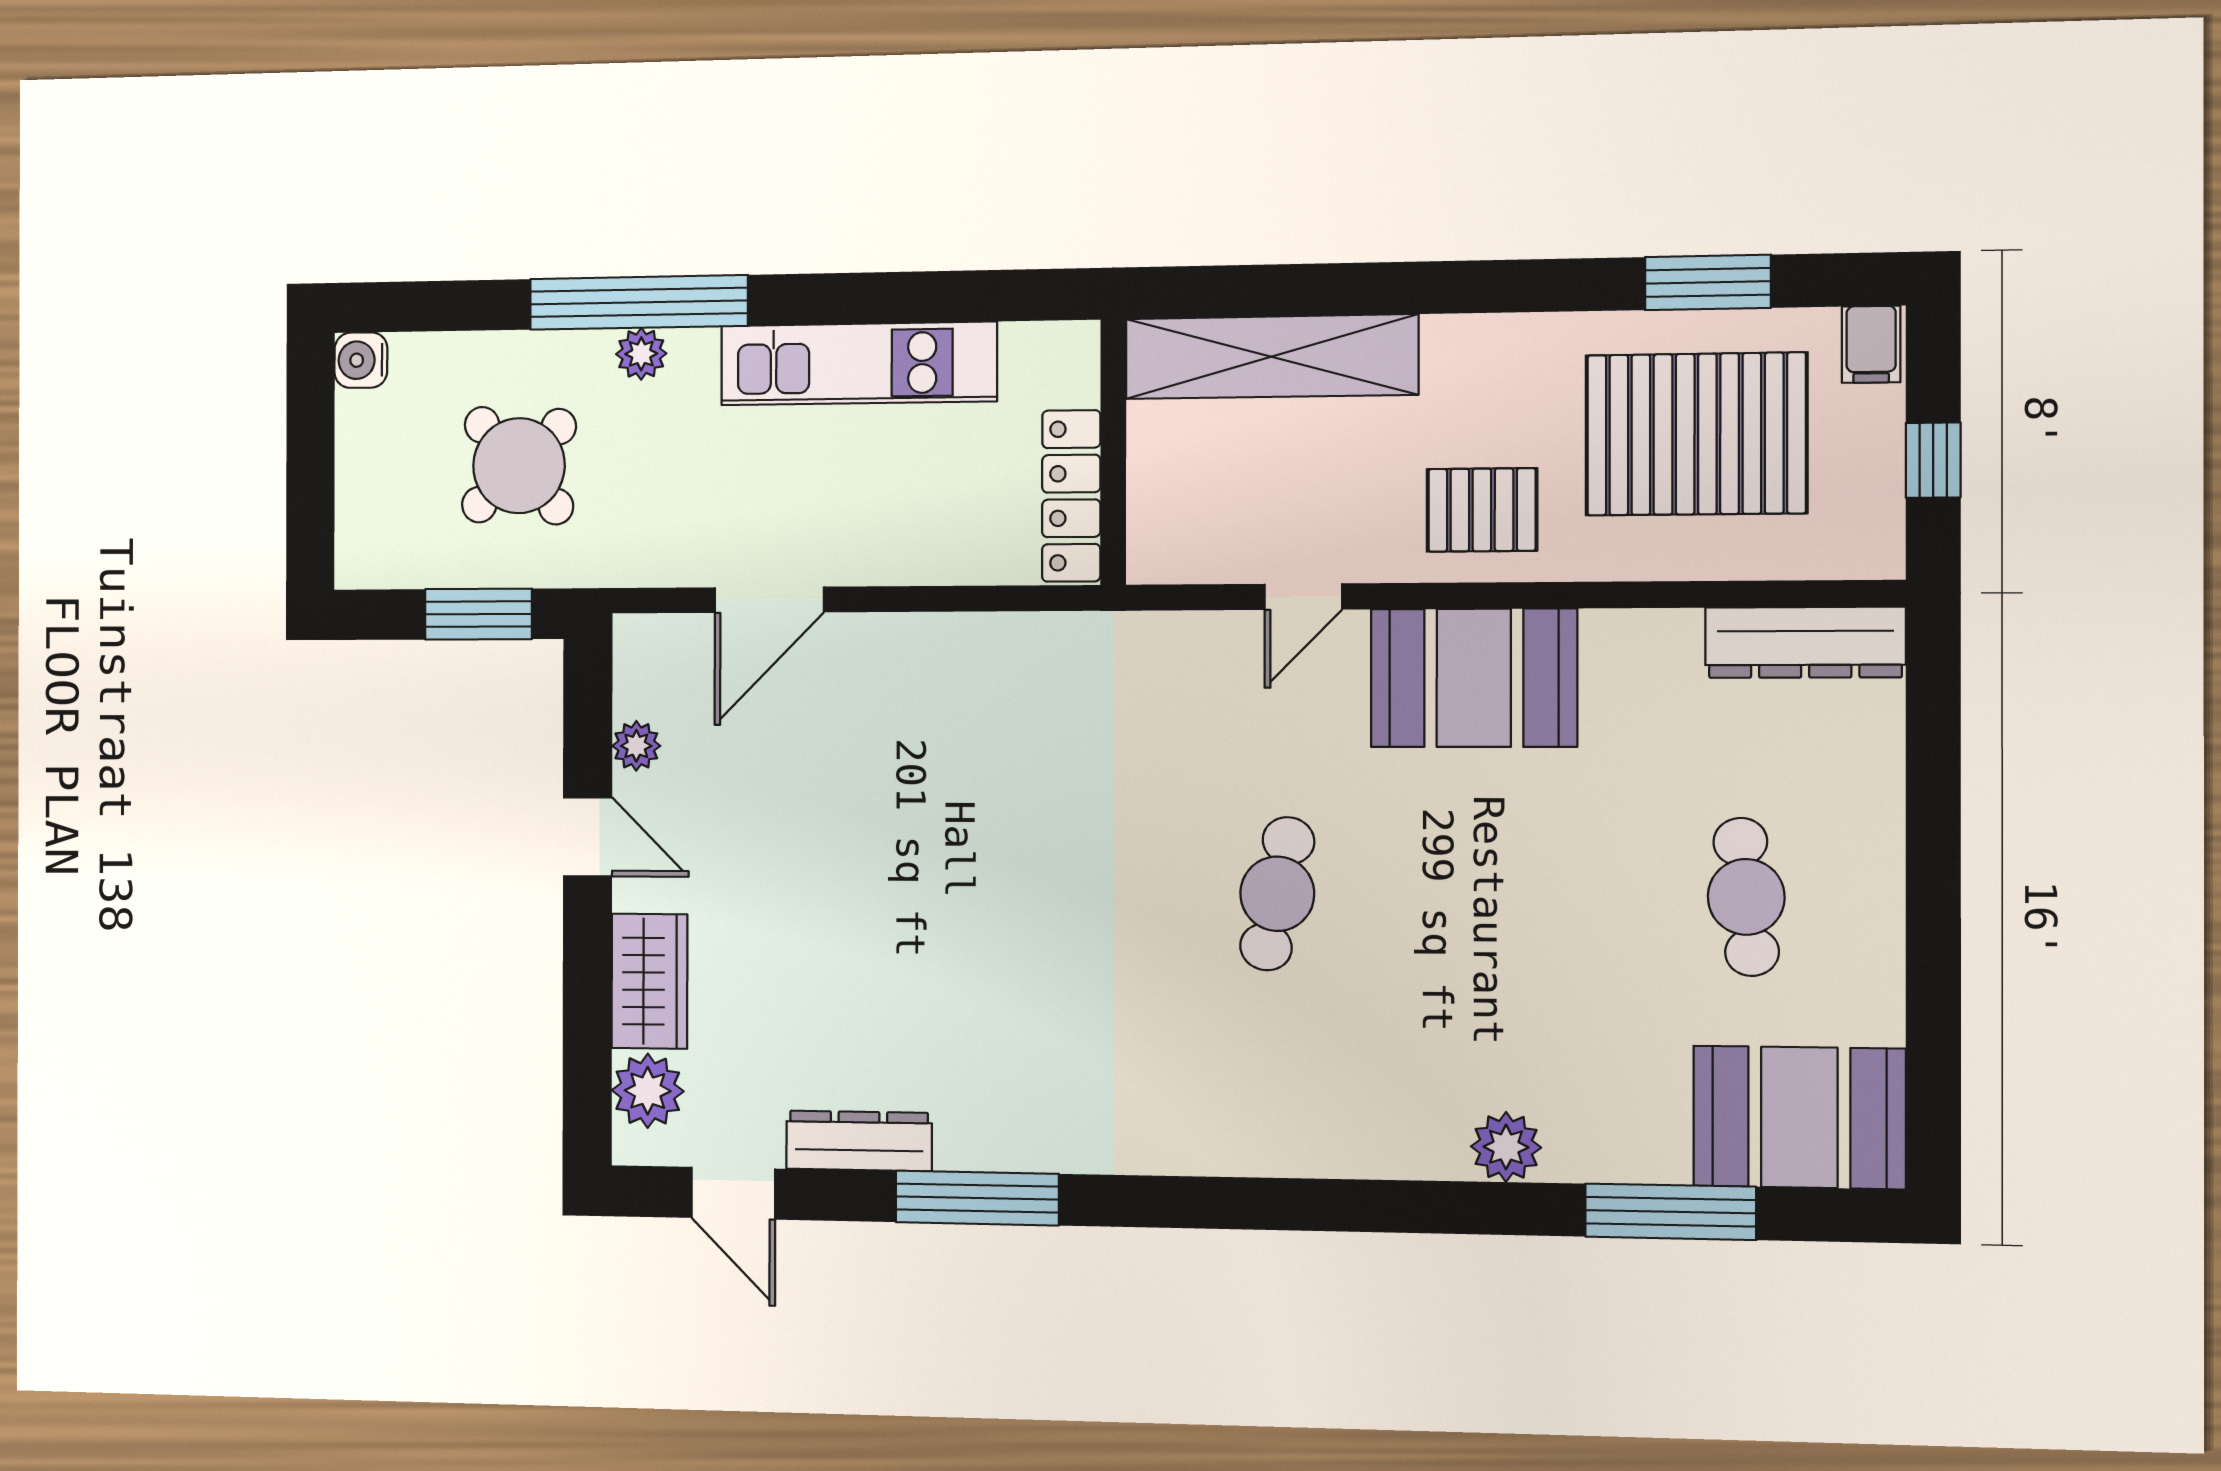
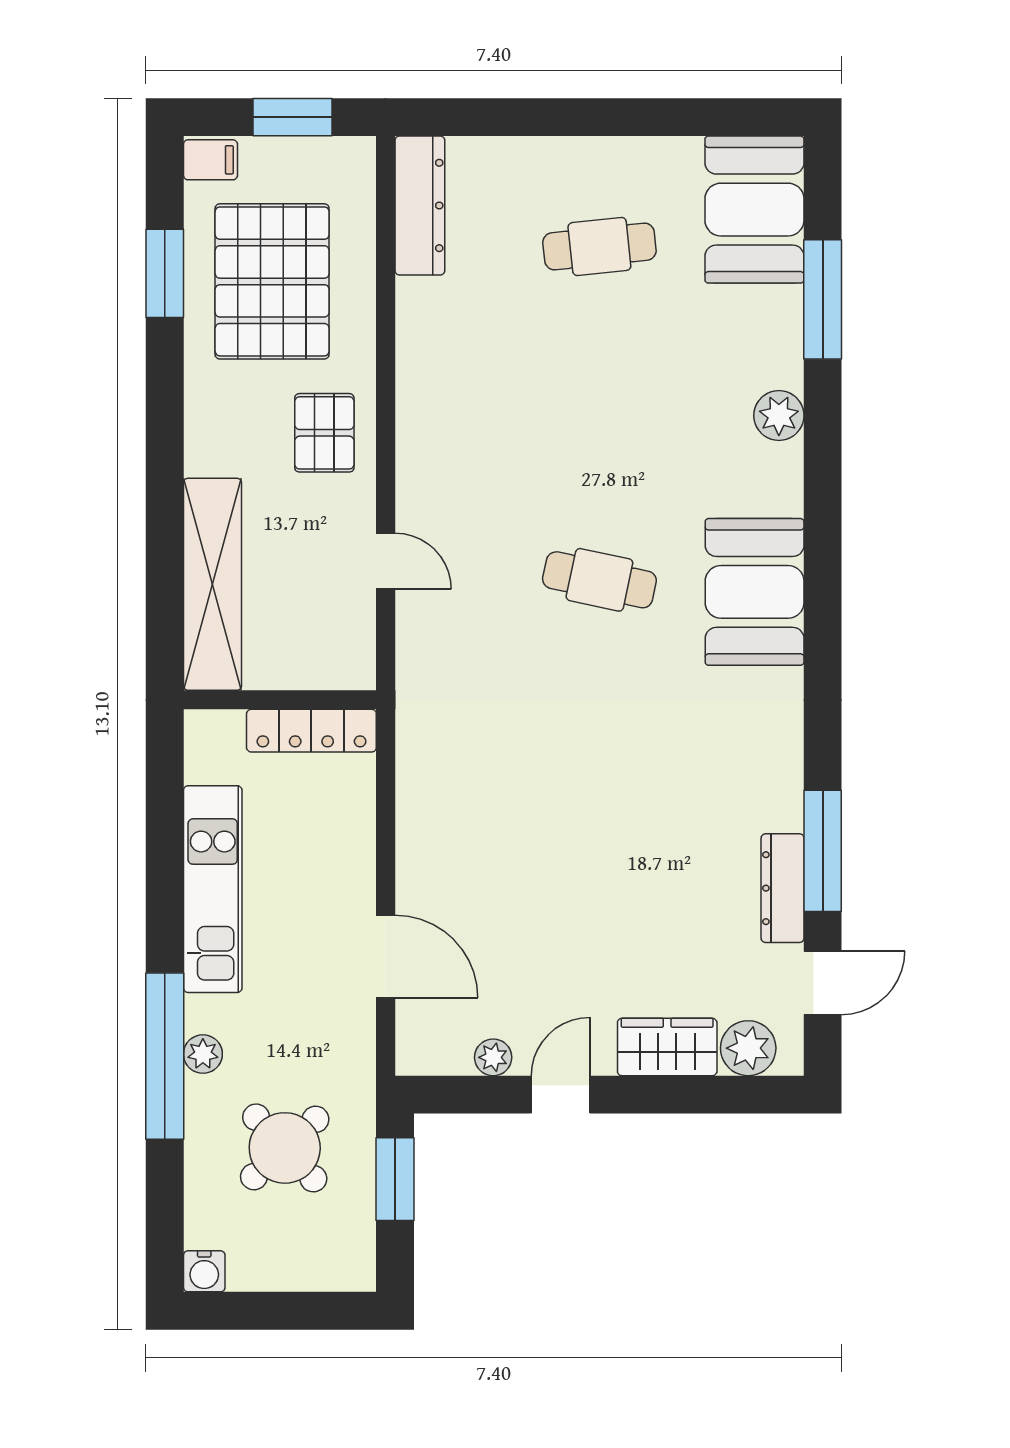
window: (1933, 460) -> (292, 117), width x1.50
booth: (1474, 678) -> (755, 592), moved
window: (977, 1198) -> (823, 851), moved

